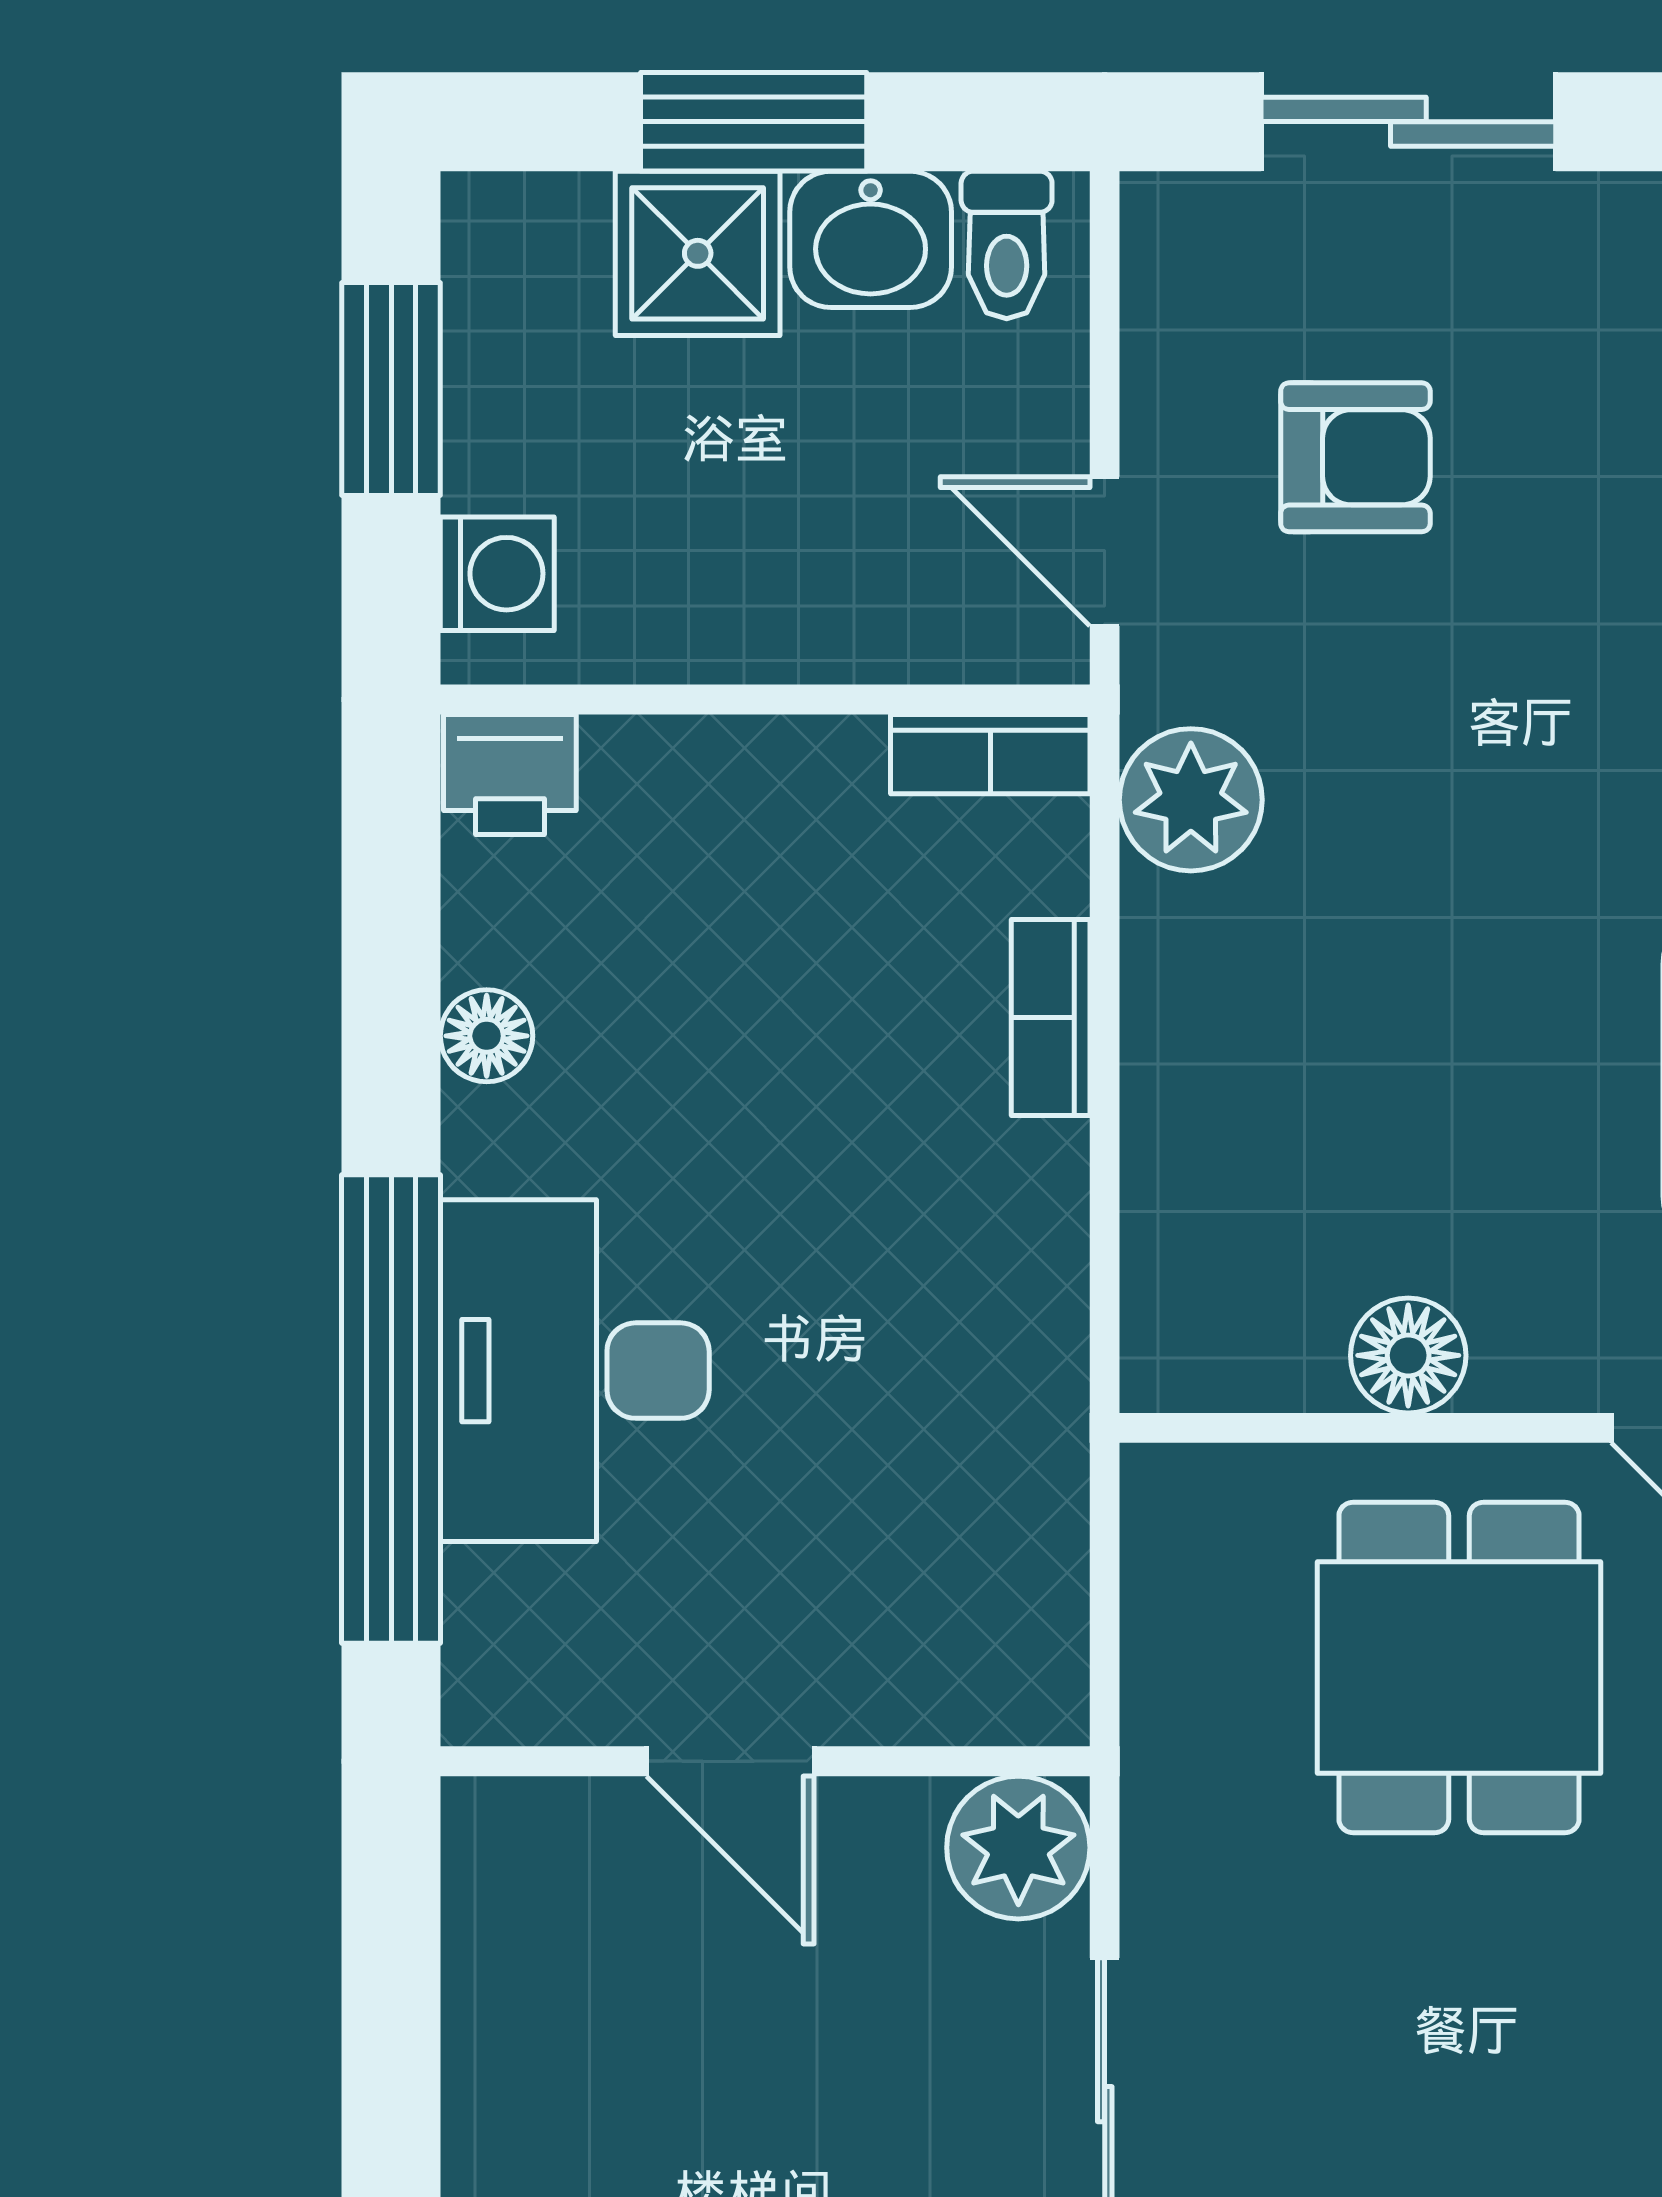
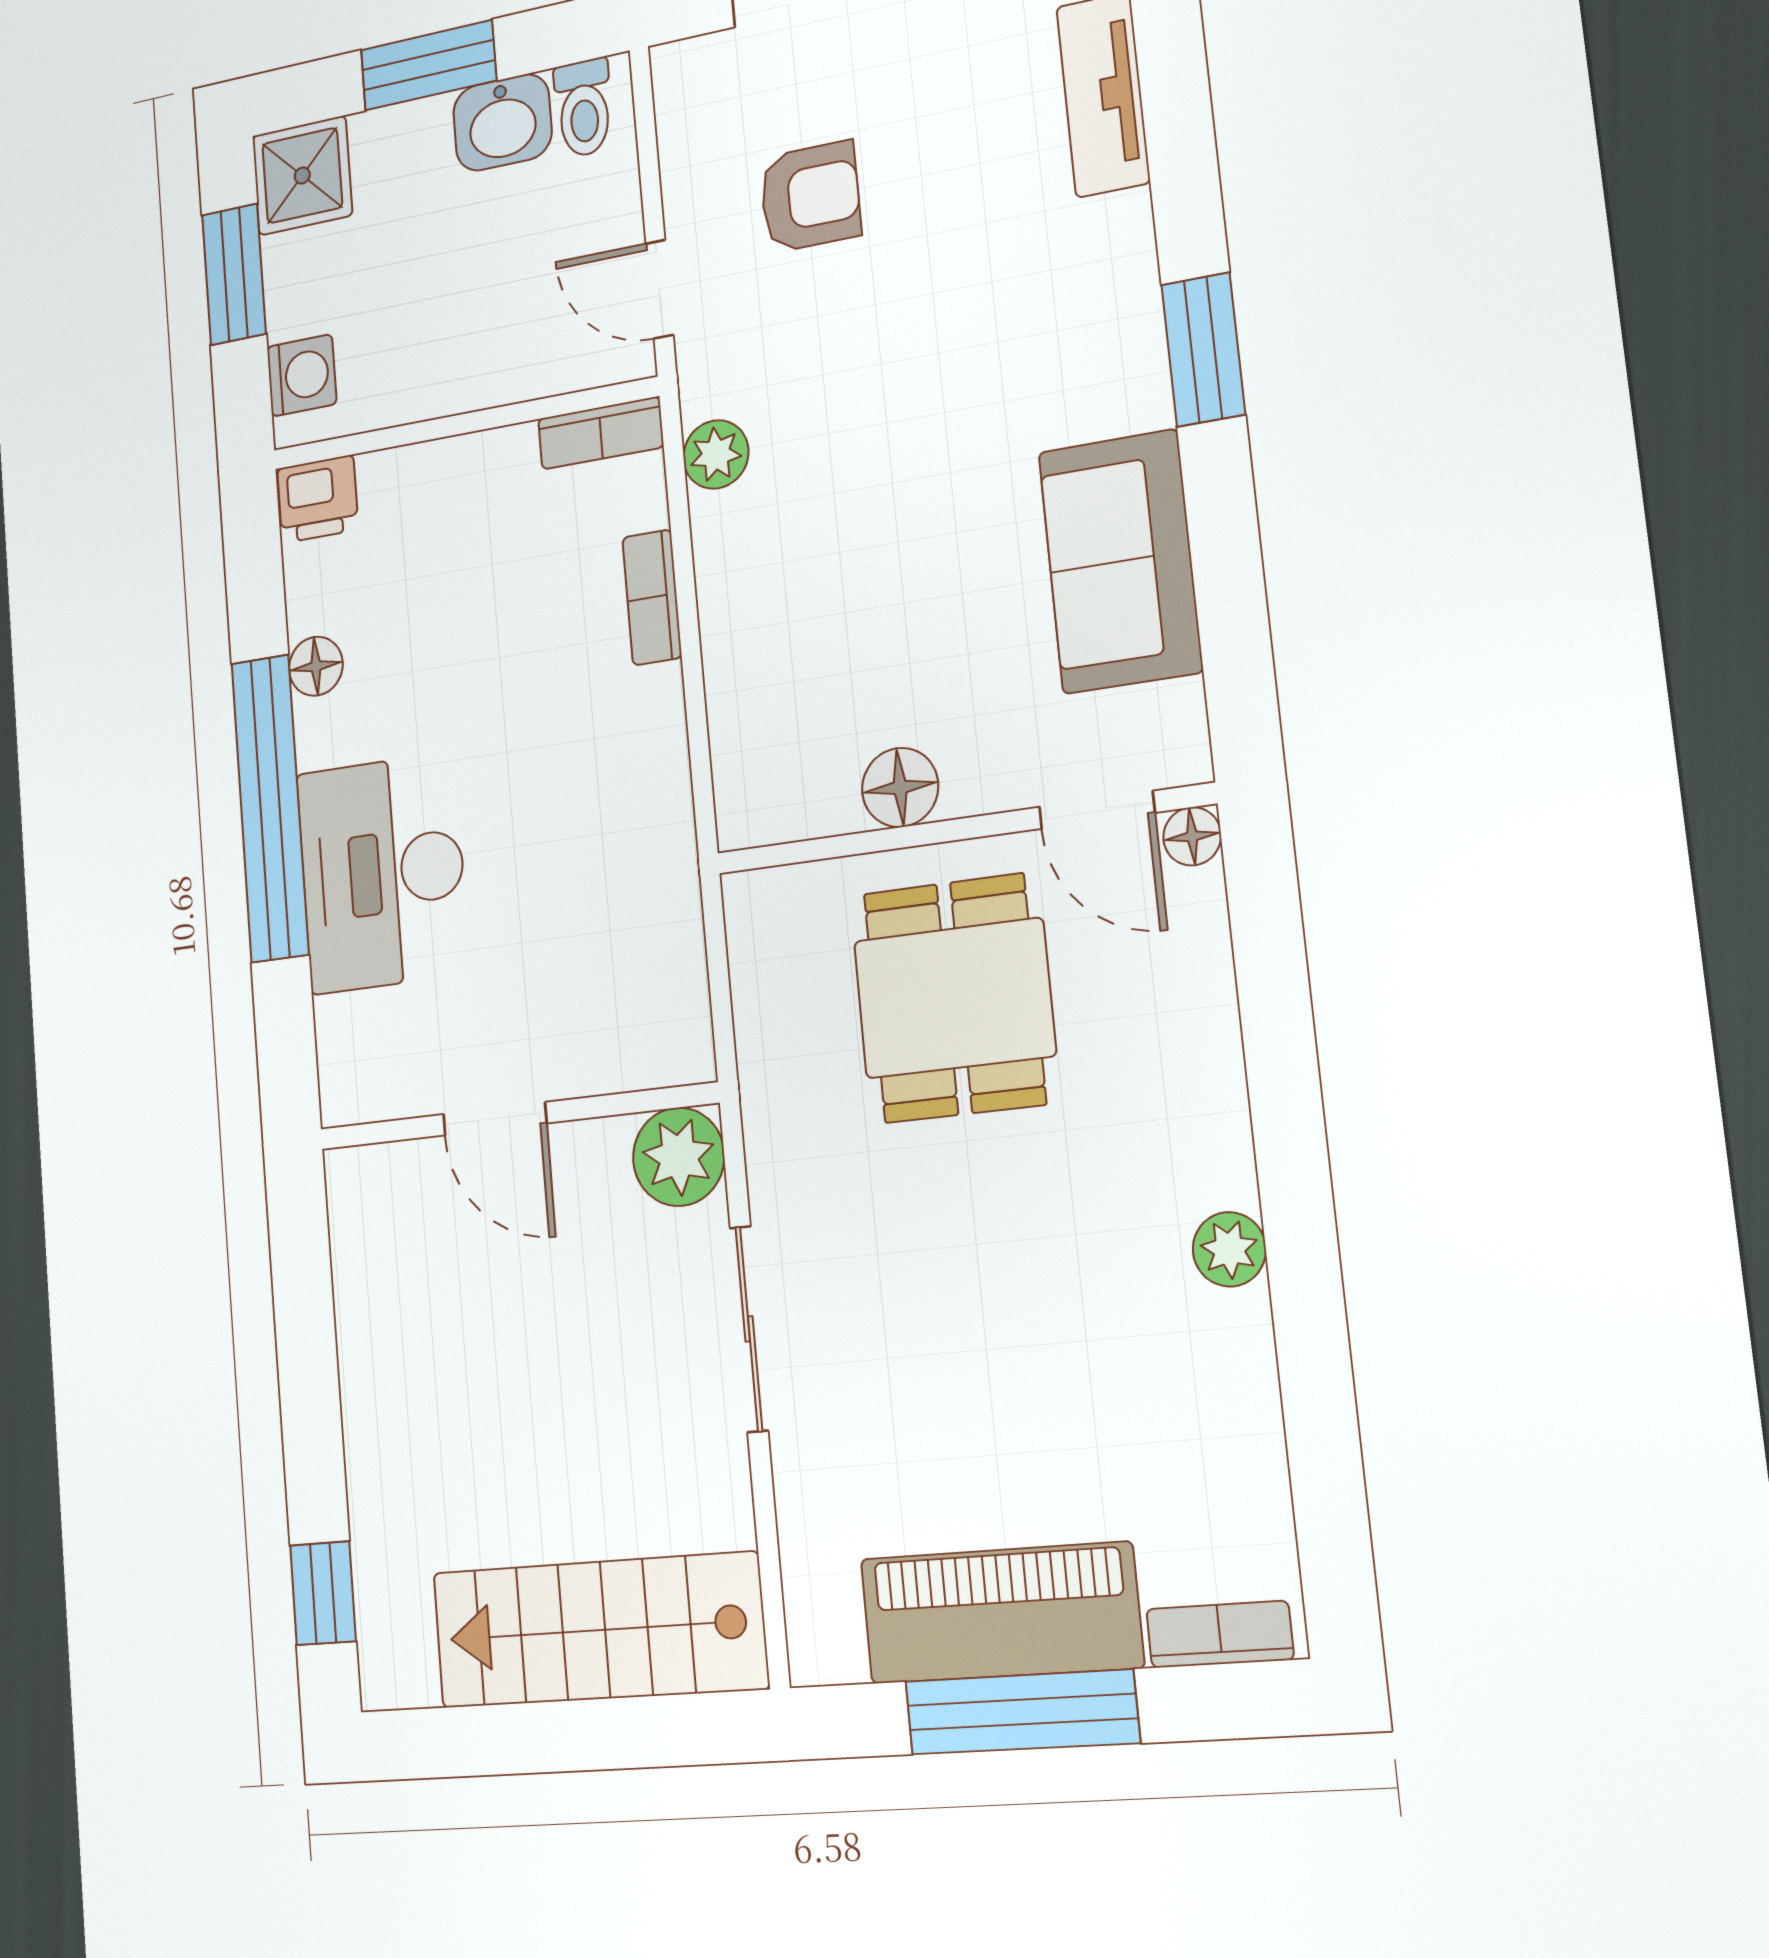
shower: (698, 253) -> (302, 176), moved
plant: (1191, 800) -> (716, 454), width x0.73, depth x0.73
window: (391, 1409) -> (270, 808), moved

